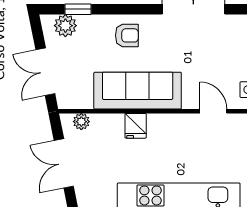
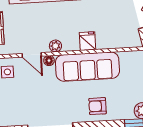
floor lamp: (190, 102) -> (49, 61), added
plant: (81, 122) -> (55, 46), moved

